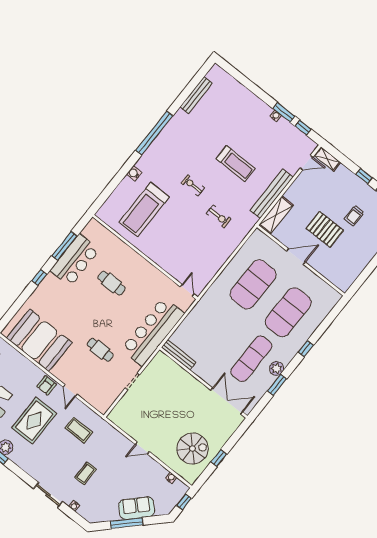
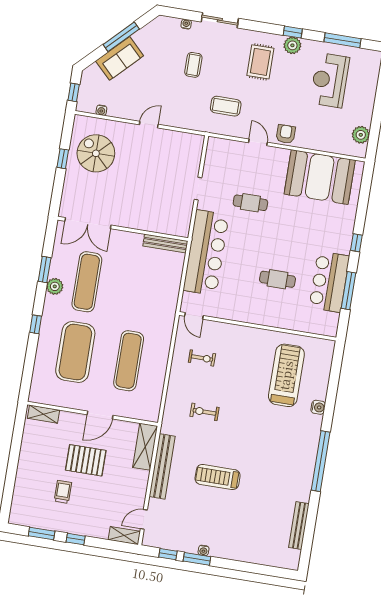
exercise bike: (193, 185) -> (202, 358), moved
shelving: (337, 280) -> (43, 414), added
exercise mat: (253, 284) -> (129, 361), width x0.68
rug: (34, 421) -> (260, 62), moved, width x0.73, depth x0.70
spiral stairs: (192, 449) -> (96, 153), turned 90

